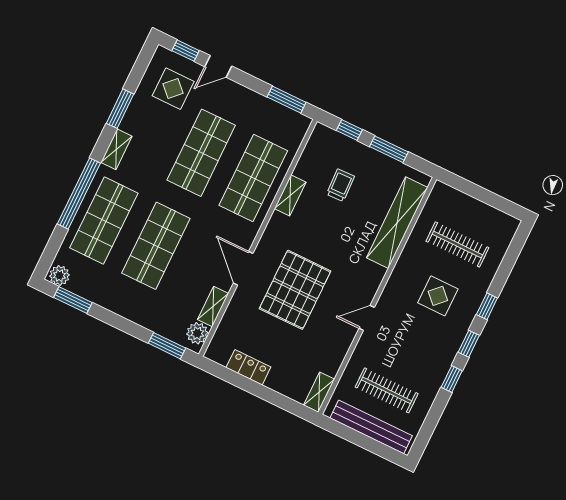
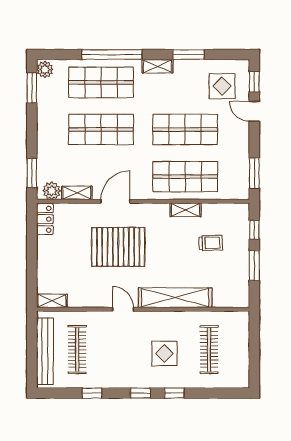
shelving: (397, 223) -> (175, 298), moved
locker: (248, 367) -> (45, 219), moved
window: (452, 379) -> (92, 393), moved

